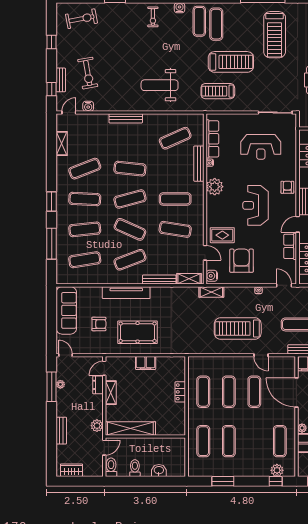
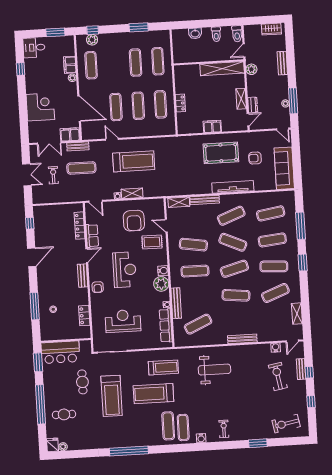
treadmill: (275, 35) -> (112, 396), moved, turned 180
window: (52, 89) -> (309, 372), moved
water cooler: (212, 276) -> (163, 271), moved
shelving: (211, 292) -> (132, 193), moved

